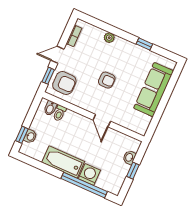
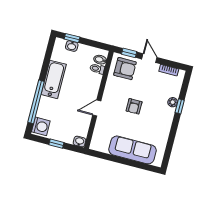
window: (144, 44) -> (180, 106), moved
armchair: (64, 83) -> (125, 69), turned -90
washbasin: (129, 158) -> (80, 142), moved
washing machine: (89, 174) -> (41, 126), moved

